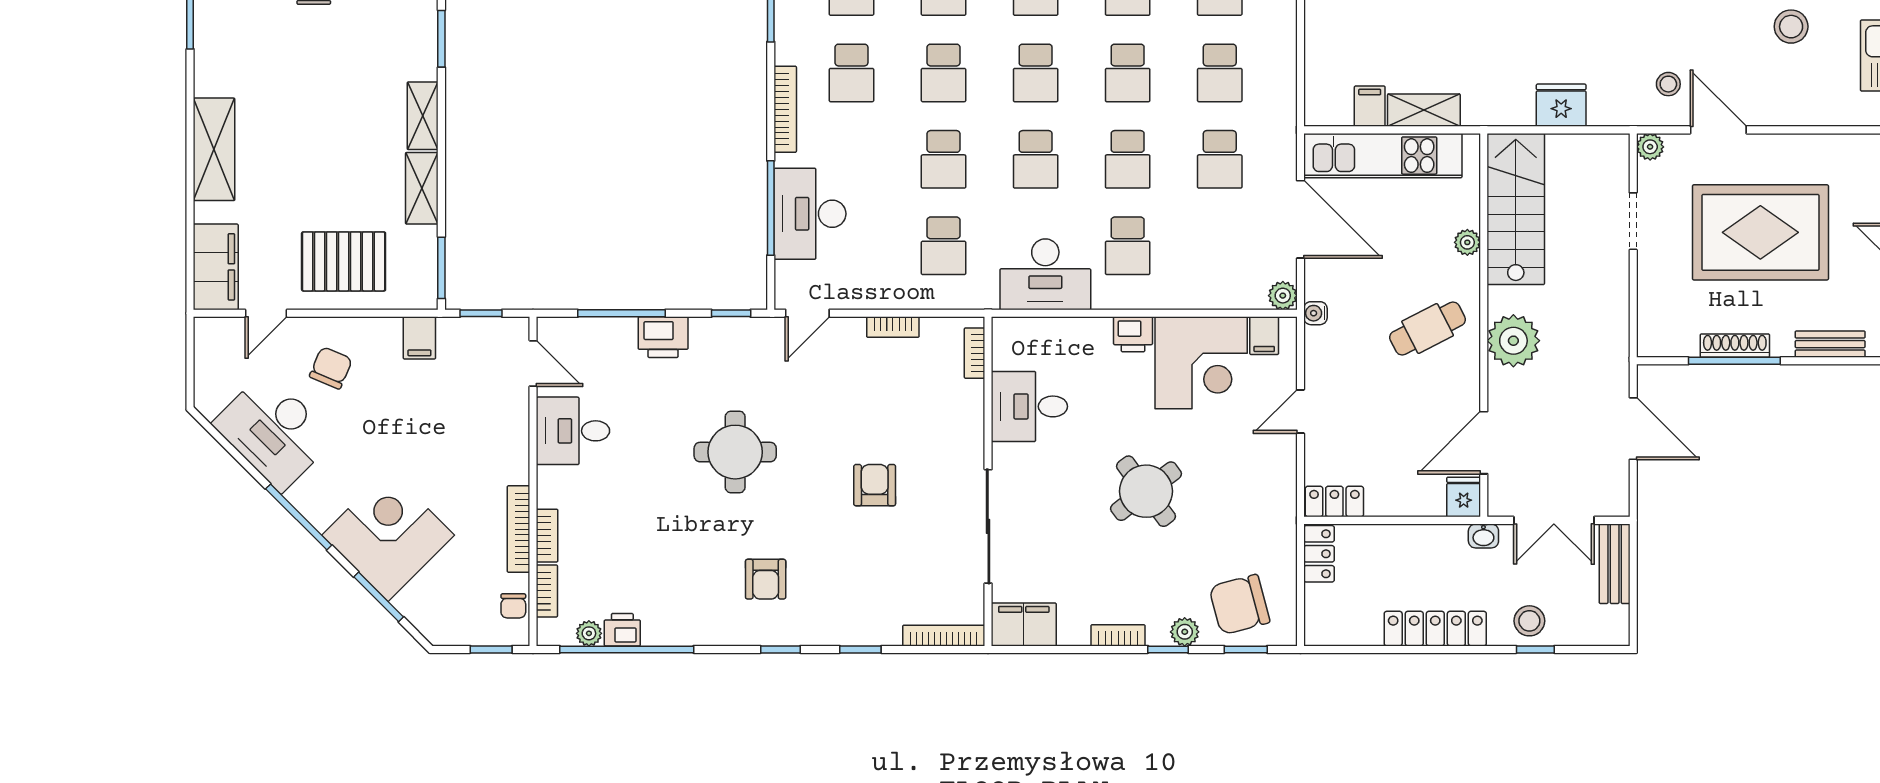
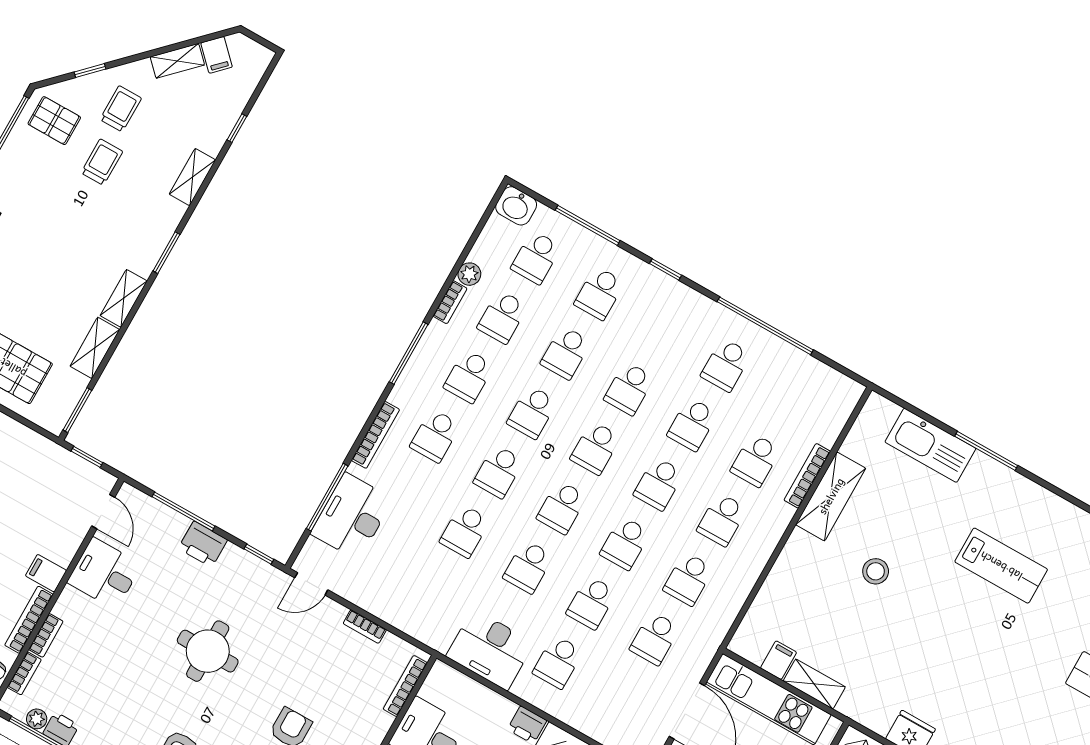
school desk: (944, 246) -> (431, 590), removed
filing cabinet: (419, 338) -> (46, 573), moved, turned 90
bookcase: (975, 353) -> (405, 686), width x1.56

